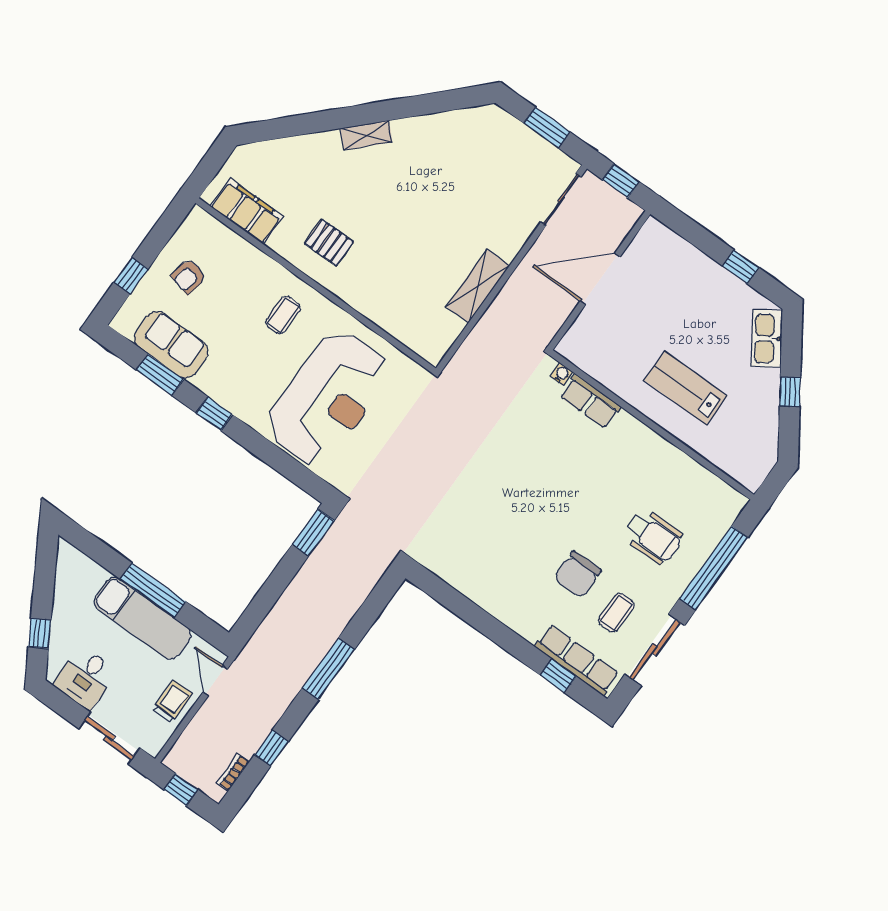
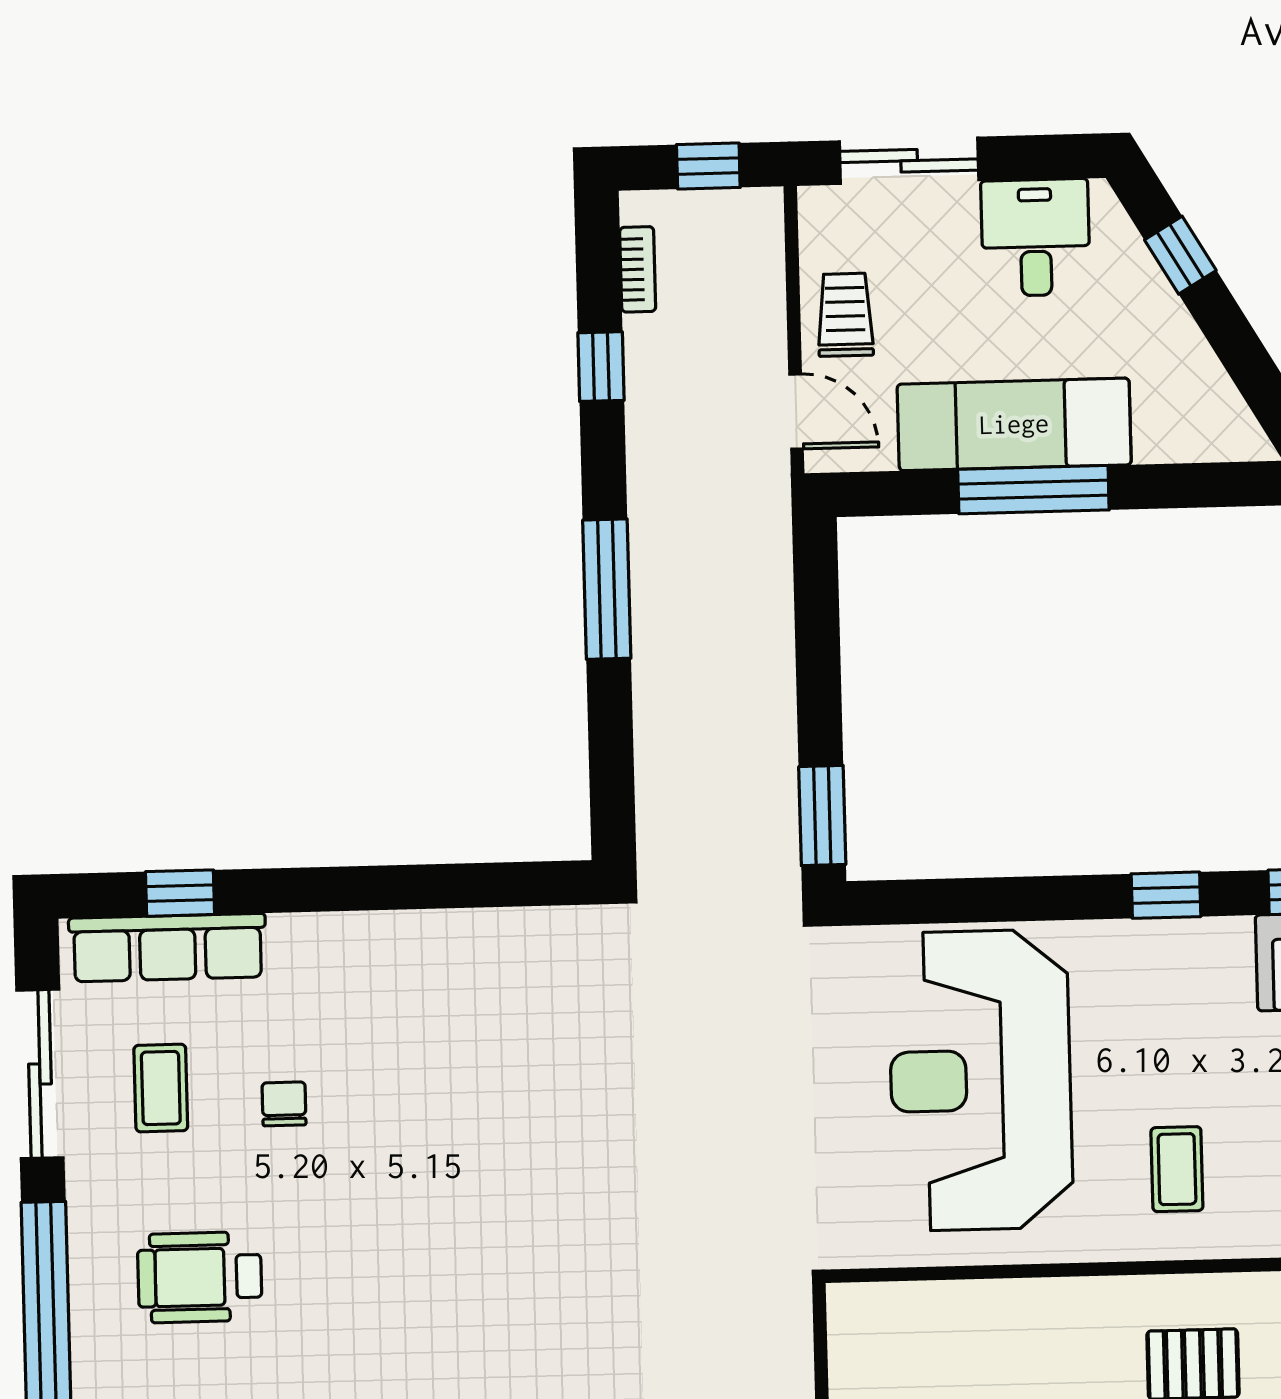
chair: (578, 575) -> (284, 1104), width x0.54, depth x0.54
trolley: (172, 701) -> (845, 315), turned 180

